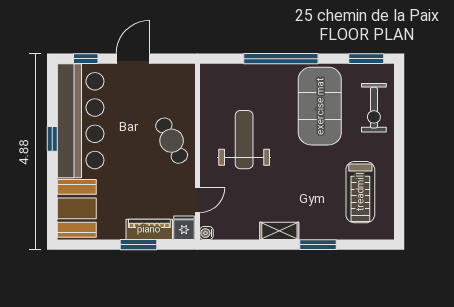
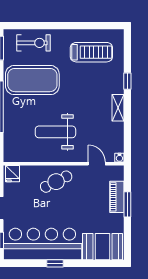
fridge: (184, 228) -> (12, 174), moved, turned -90
window: (318, 245) -> (127, 81), width x0.67

